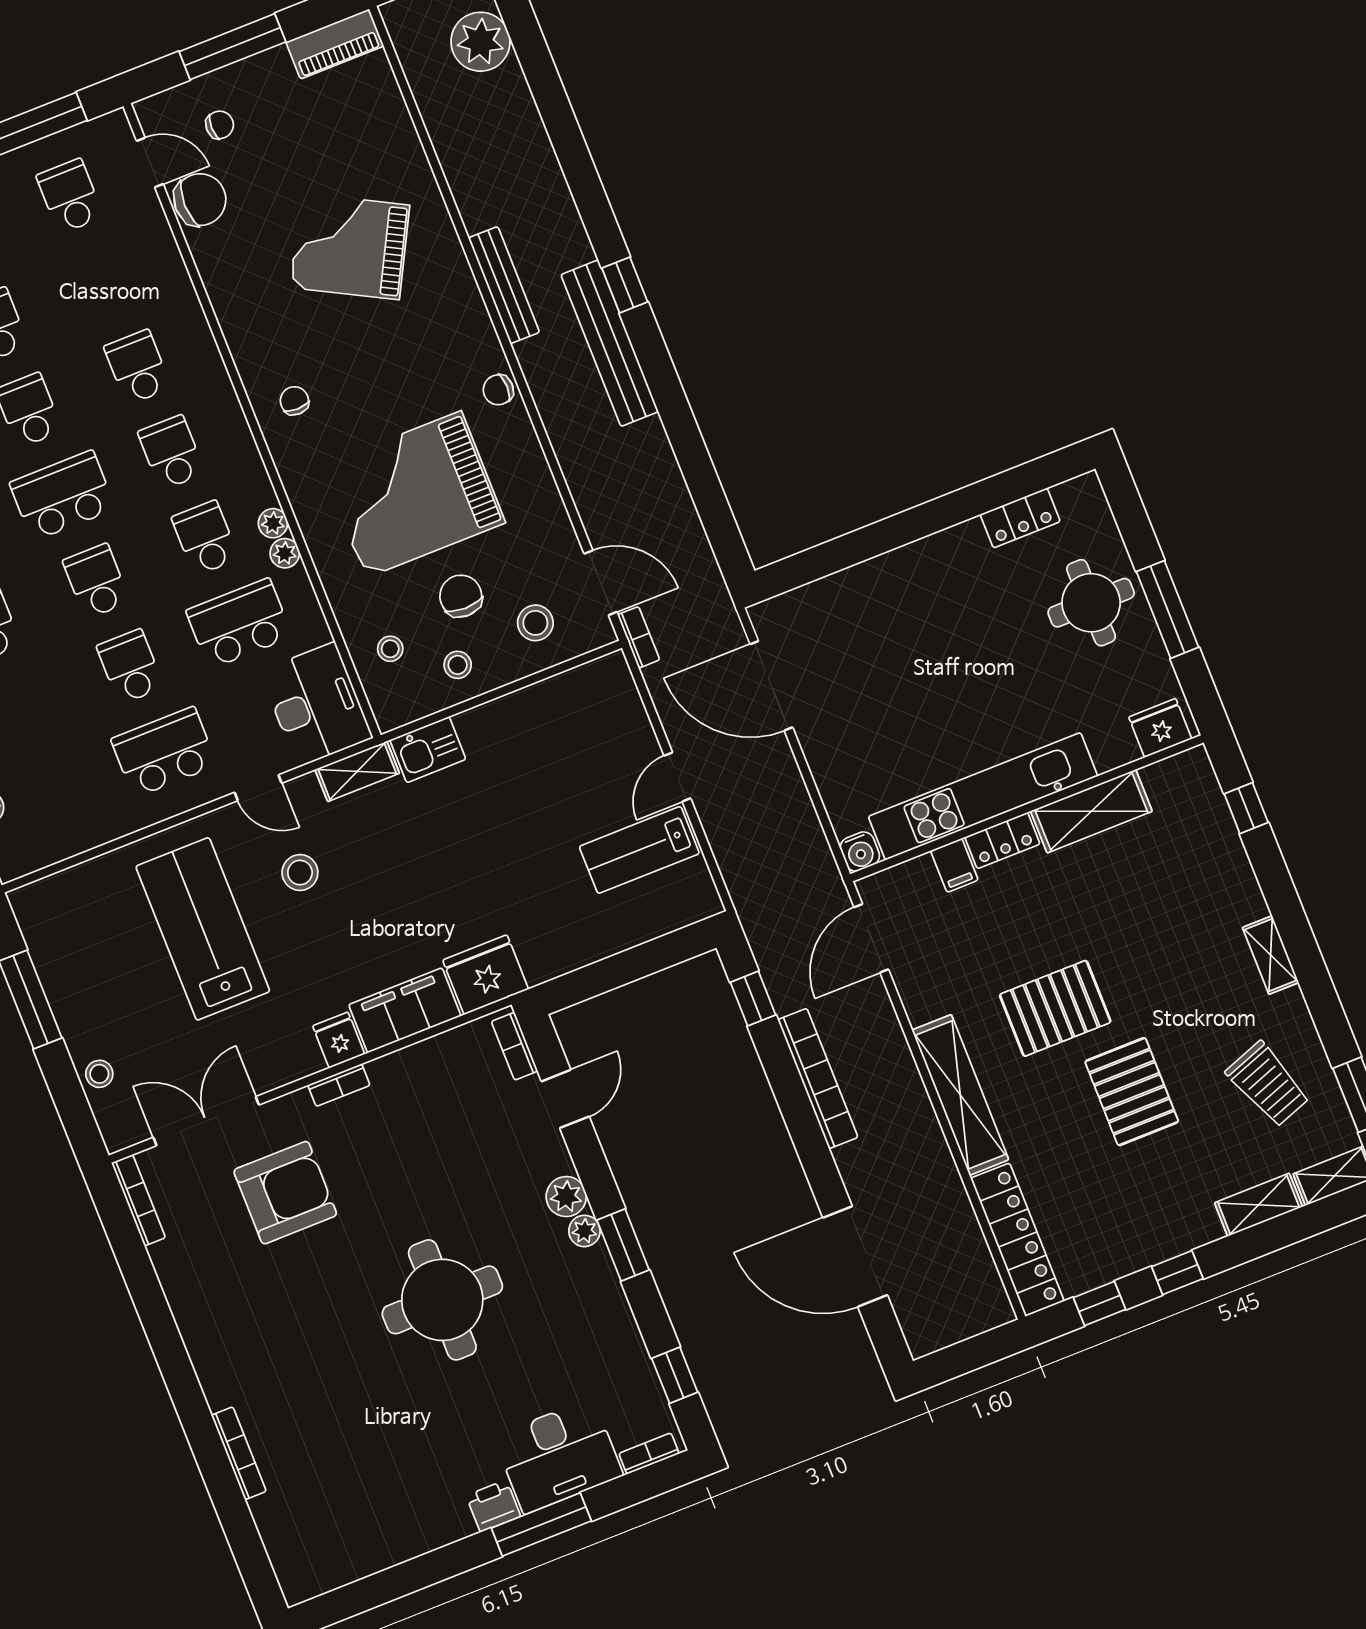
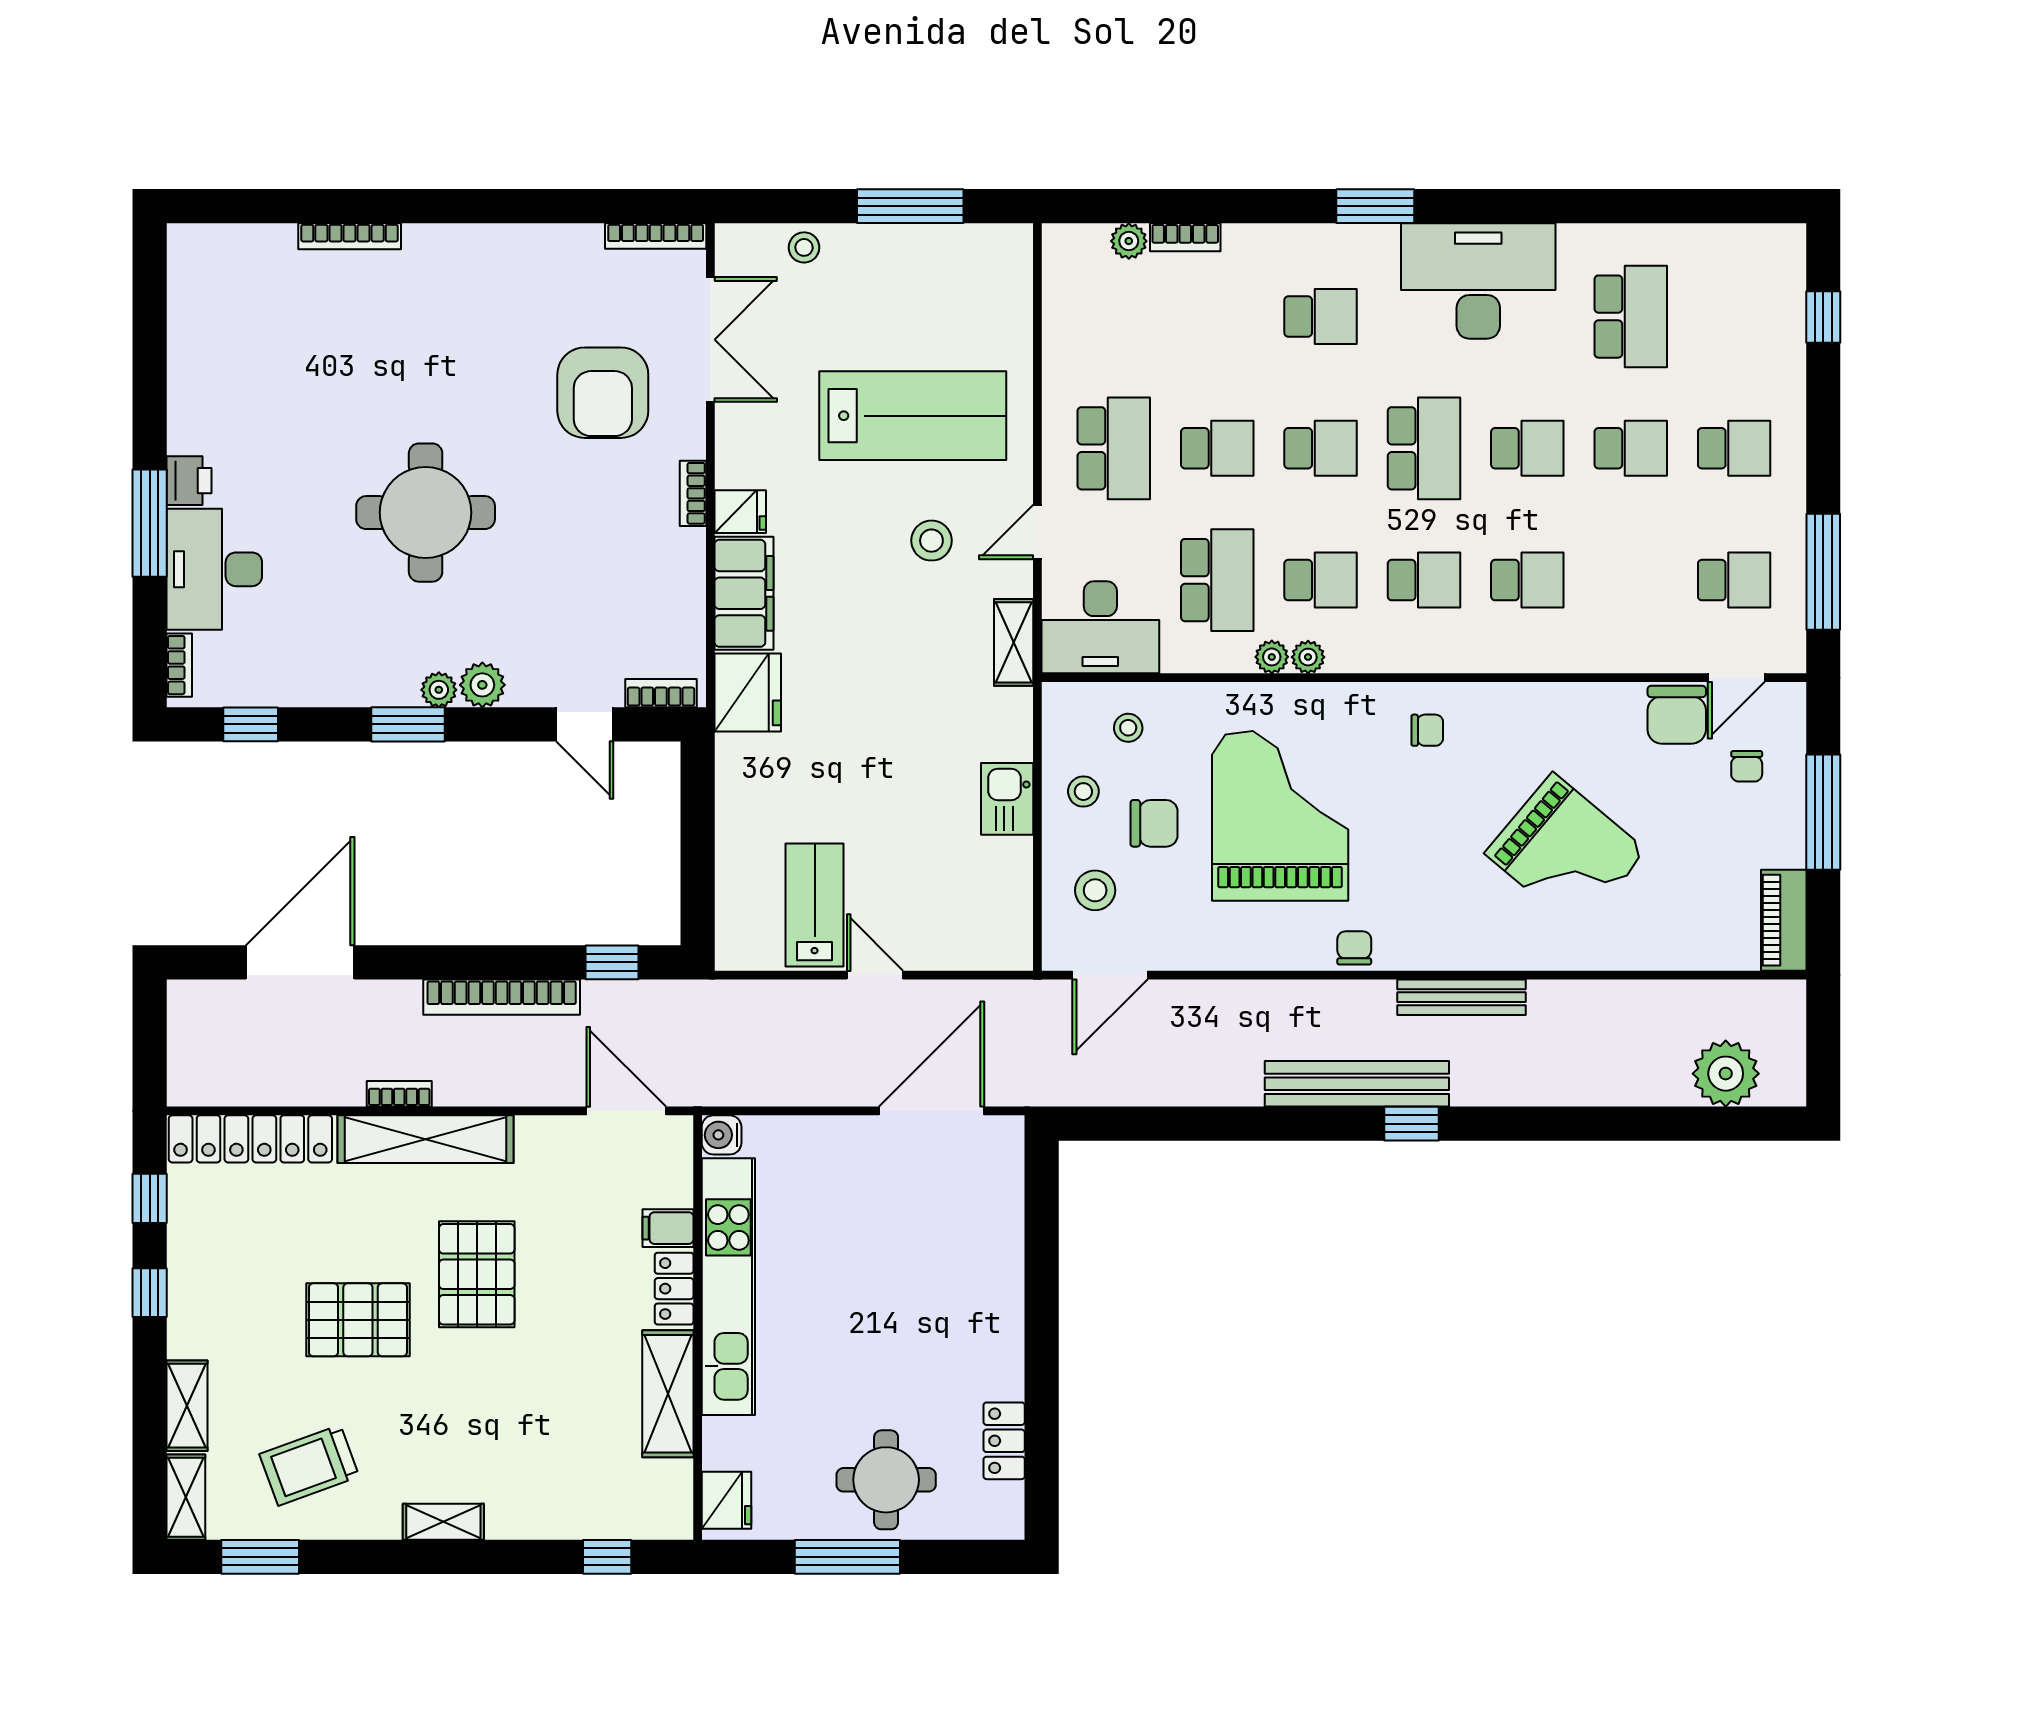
grand piano: (350, 246) -> (1566, 852), turned 102
bookcase: (639, 637) -> (399, 1094), moved, turned 180
kitchen sink: (428, 750) -> (1007, 799), moved

